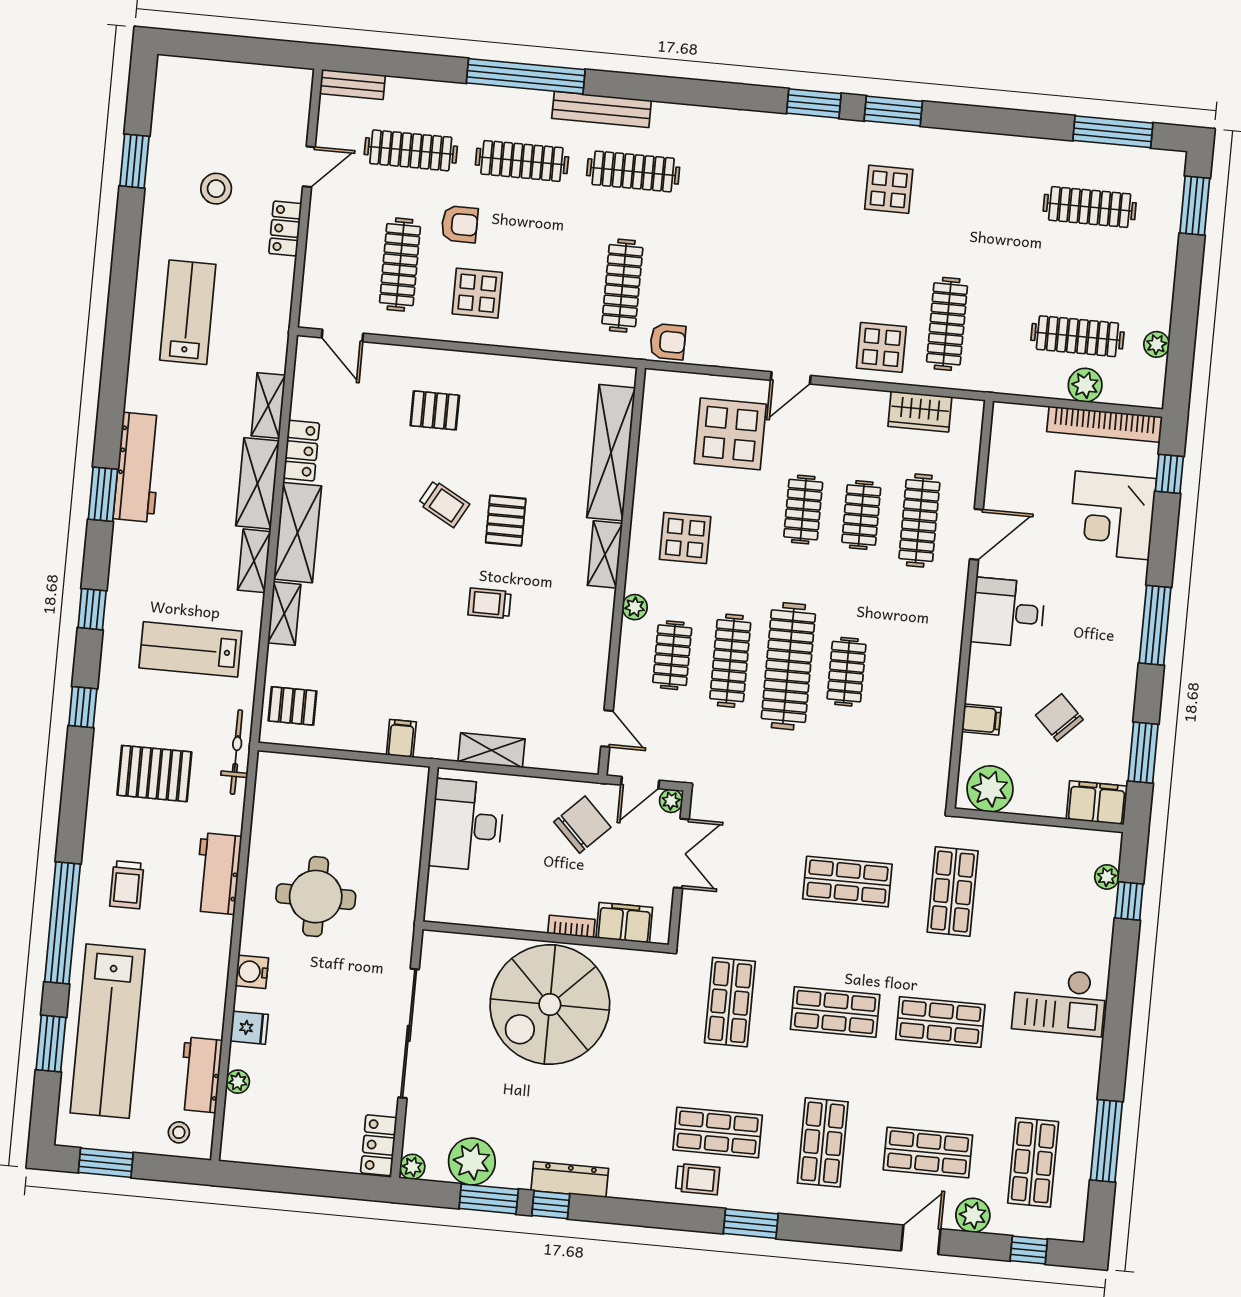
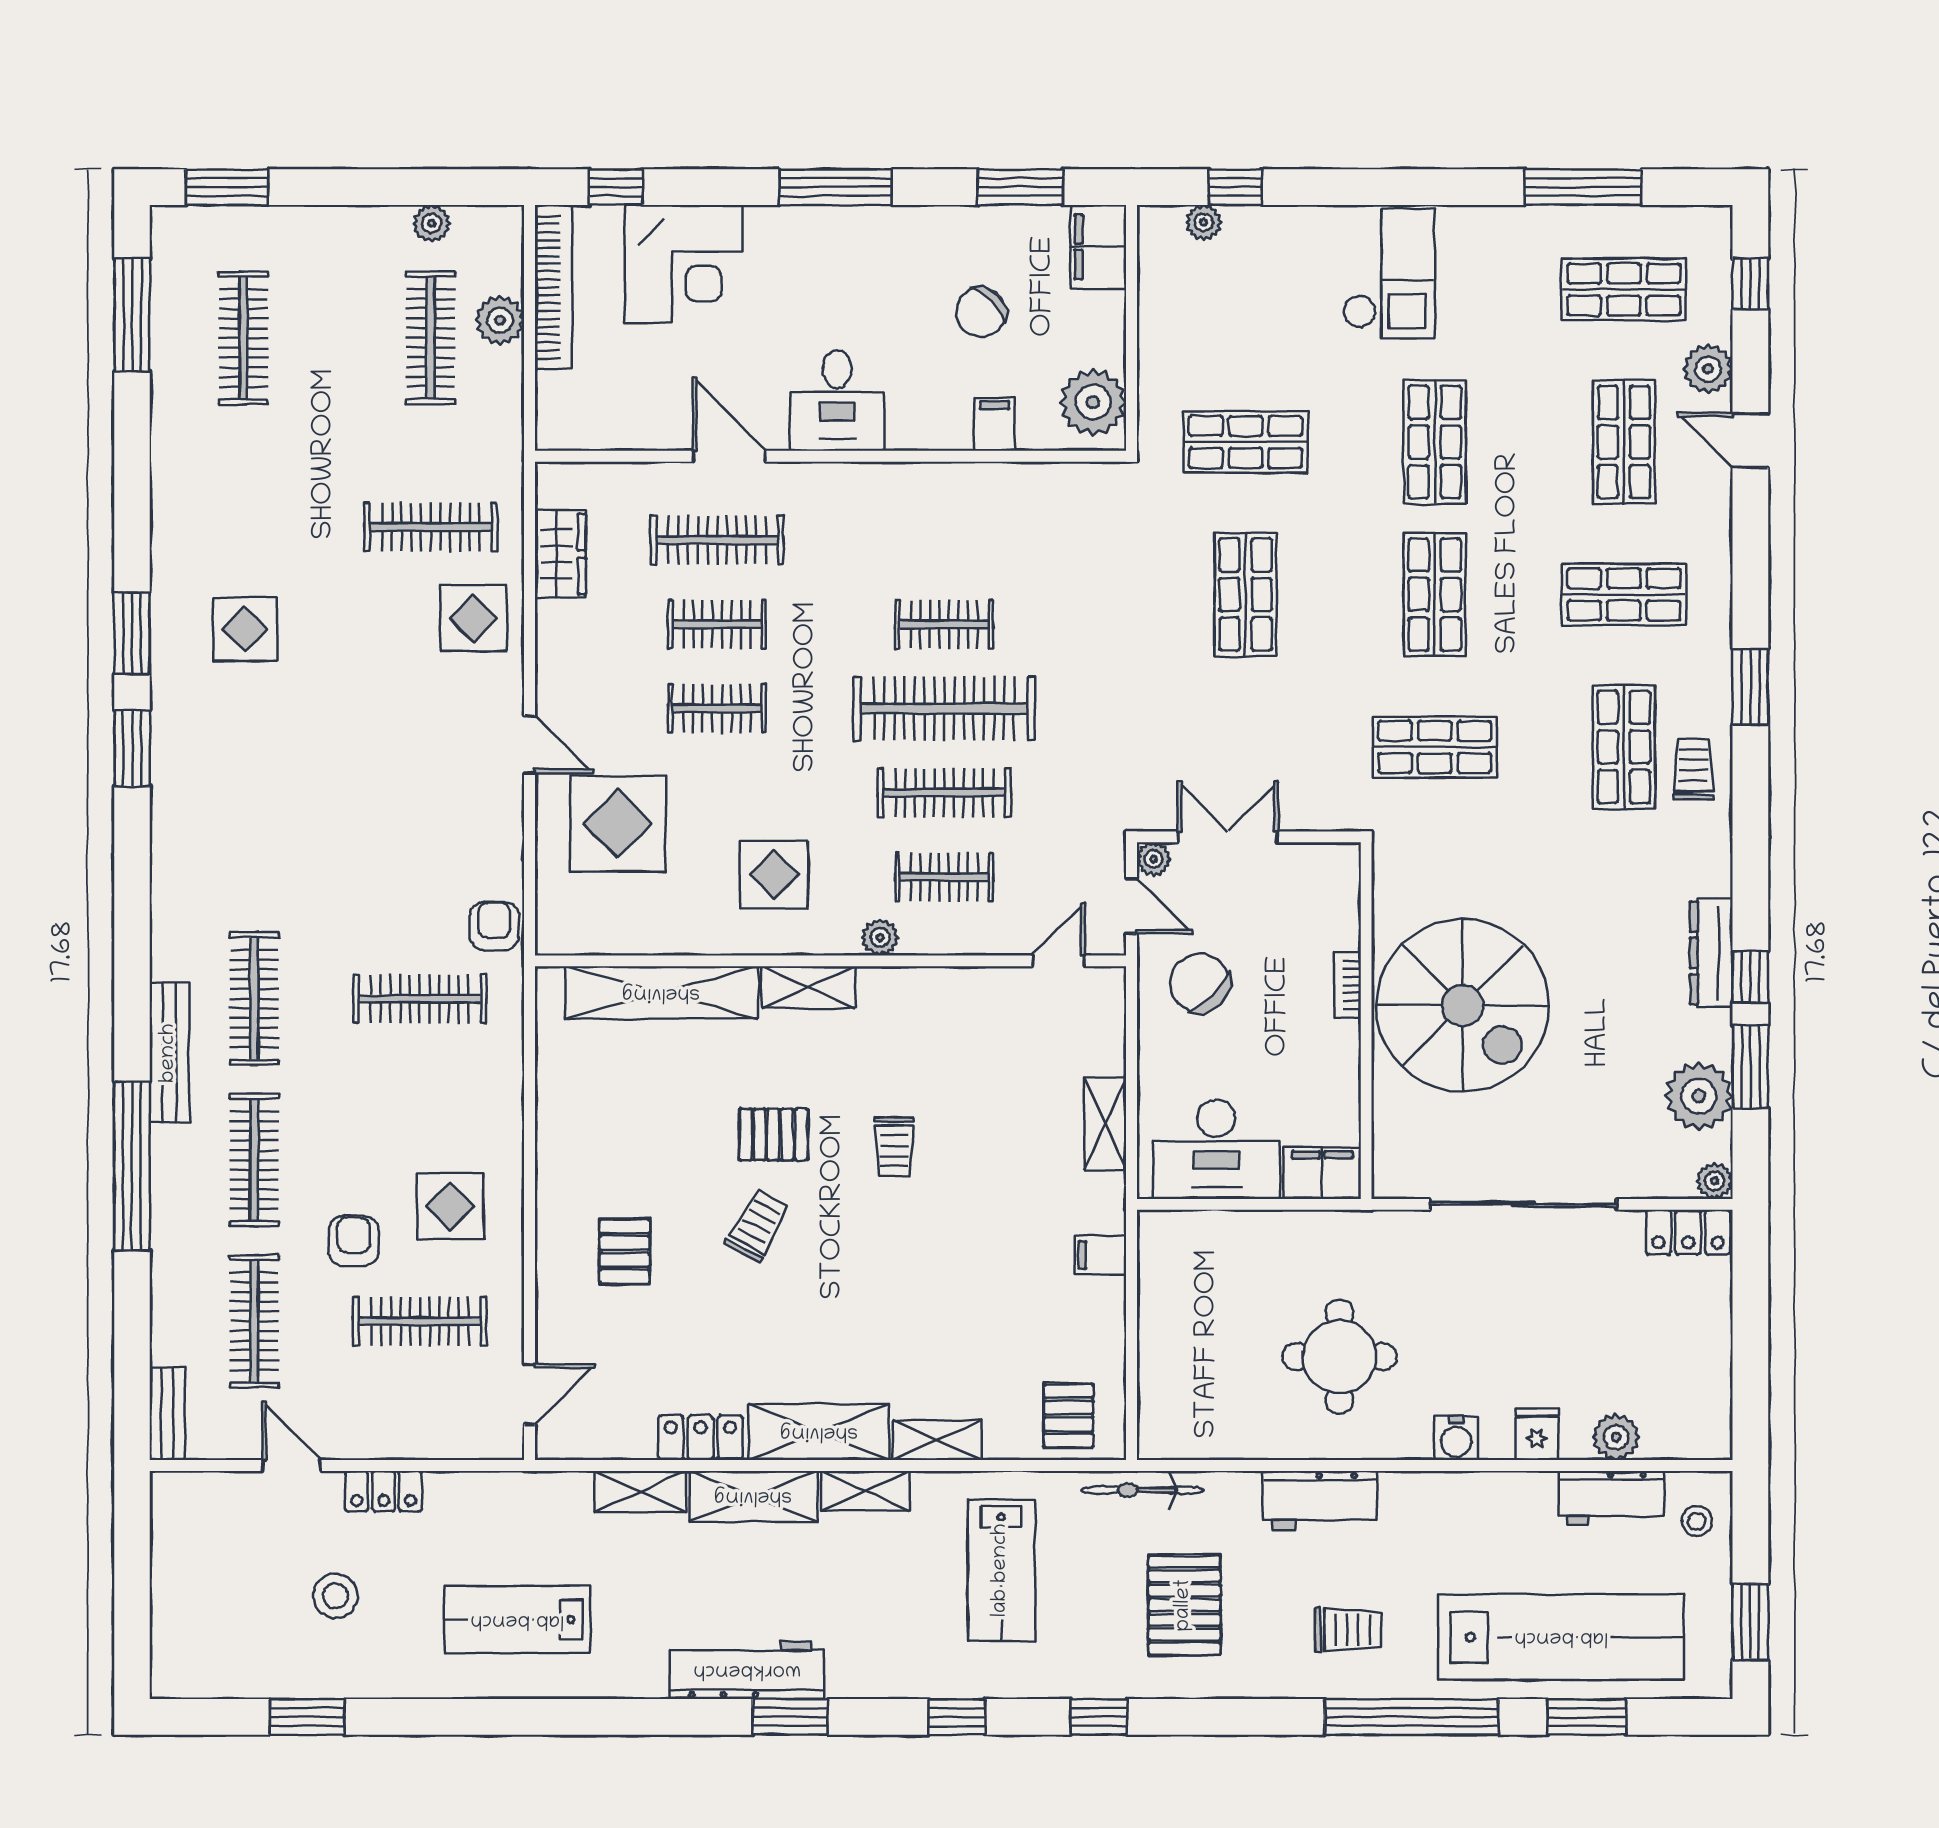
filing cabinet: (624, 923) -> (1322, 1173), moved, turned 90
plant: (238, 1082) -> (1616, 1437), width x1.38, depth x1.38

